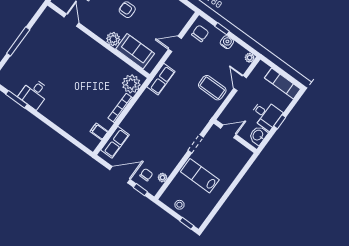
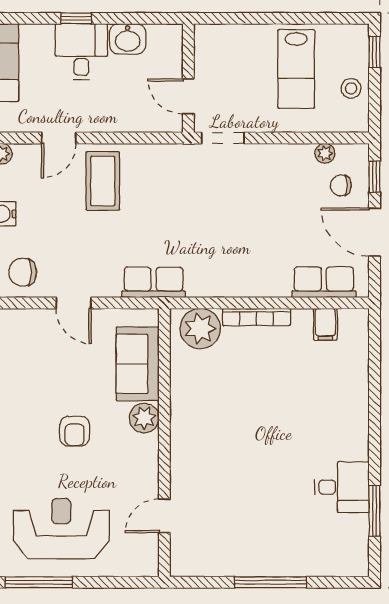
door: (228, 131) -> (188, 96), moved
wall: (235, 136) -> (188, 78), moved
lab bench: (200, 176) -> (296, 69), moved

